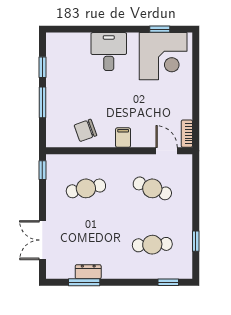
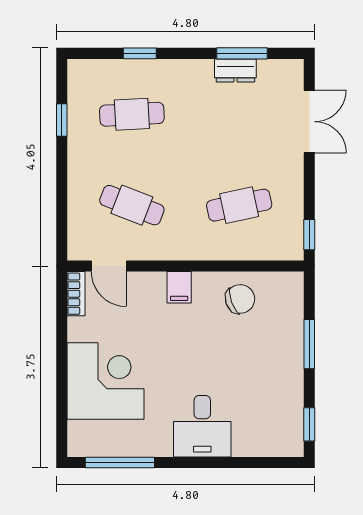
window: (160, 29) -> (120, 463), width x2.17
corner desk: (163, 56) -> (105, 381), moved, turned 90
window: (42, 67) -> (309, 424), moved
window: (168, 282) -> (140, 53), moved

